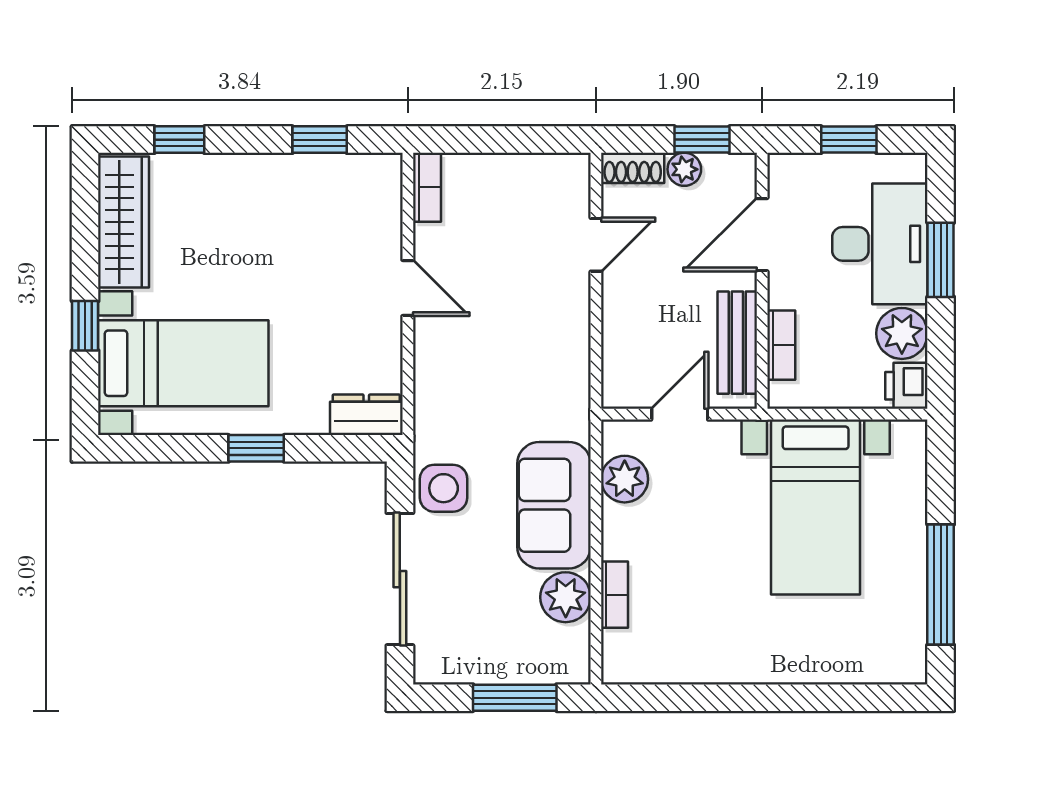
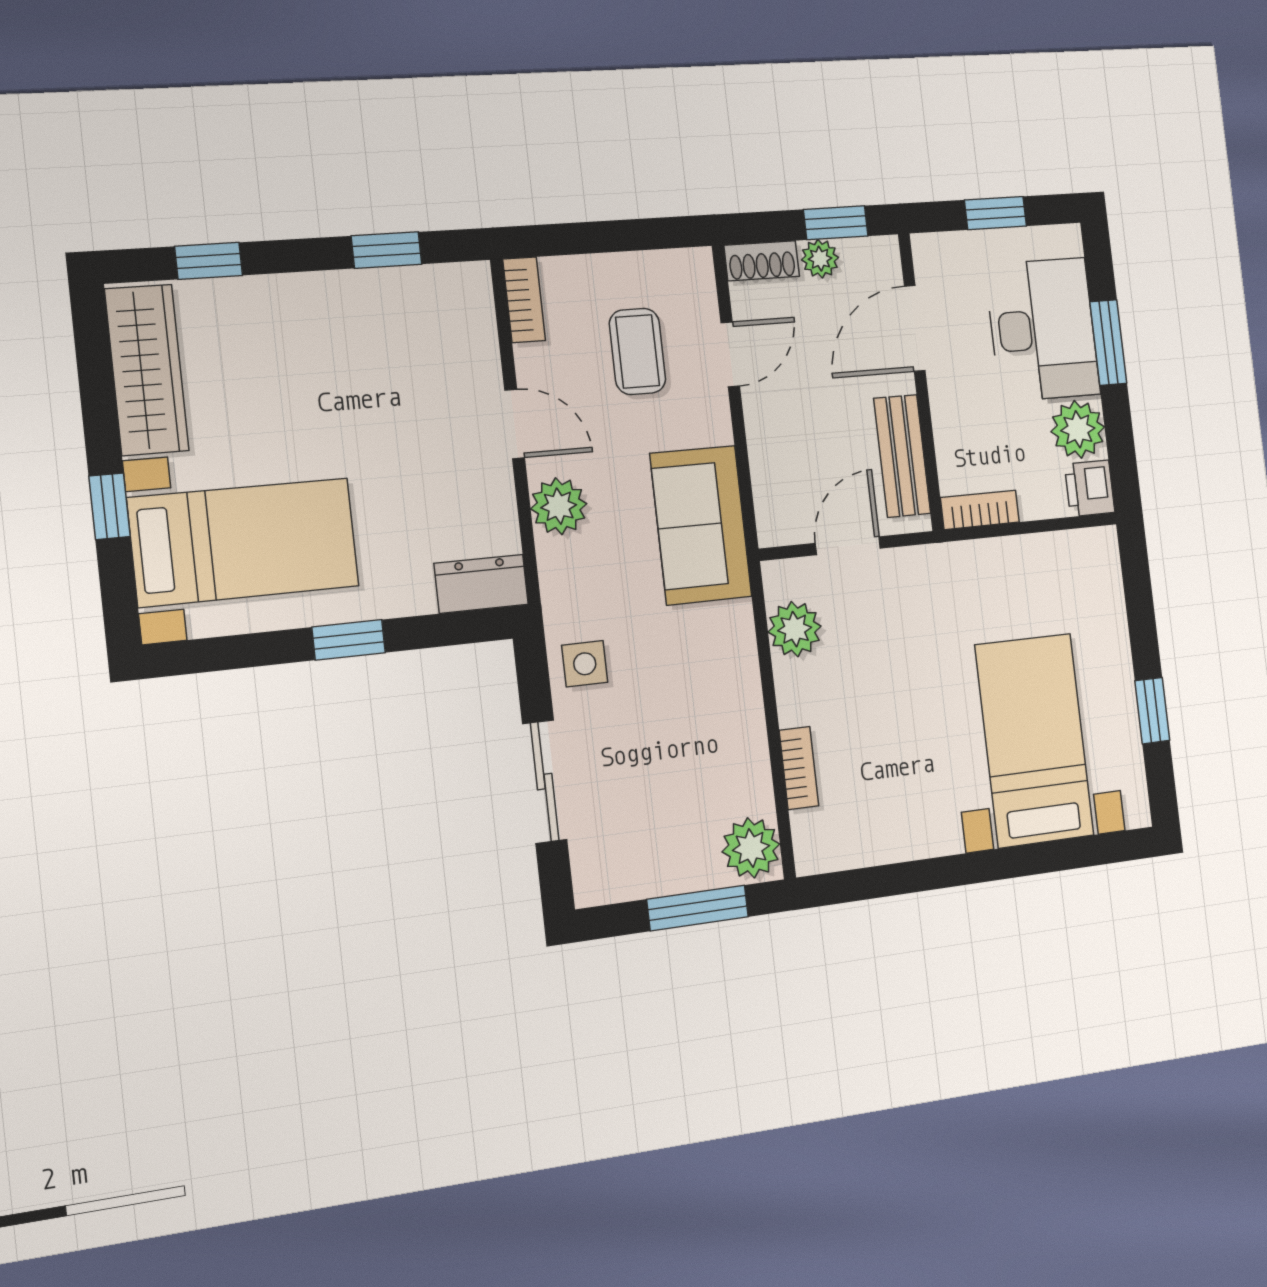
coffee table: (517, 237) -> (637, 351), added
bookcase: (781, 345) -> (980, 510), moved, turned -90
plant: (437, 358) -> (559, 506), added
side table: (444, 488) -> (585, 664), width x0.73, depth x0.73
sofa: (554, 505) -> (701, 525), moved
bed with nightstands: (816, 507) -> (1034, 740), moved, turned 180
sliding door: (400, 579) -> (545, 782), width x0.73
window: (941, 585) -> (1152, 711), width x0.46
plant: (566, 597) -> (751, 848), moved

